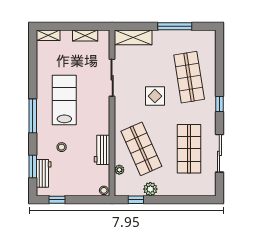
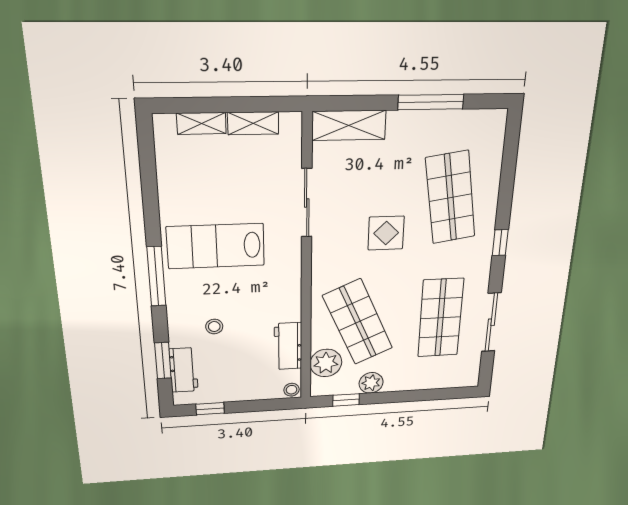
shelving: (48, 35) -> (201, 123), moved
lab bench: (64, 100) -> (216, 246), turned -90
workbench: (102, 150) -> (288, 346), moved
plant: (119, 170) -> (326, 363), width x1.87, depth x1.87

